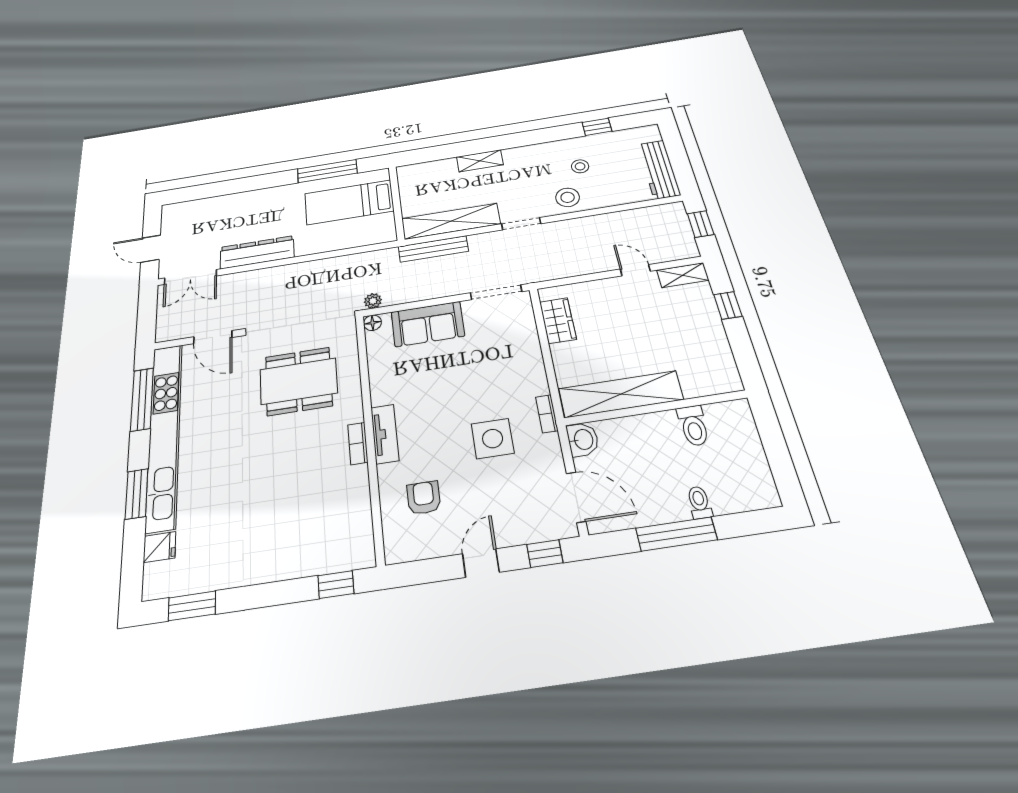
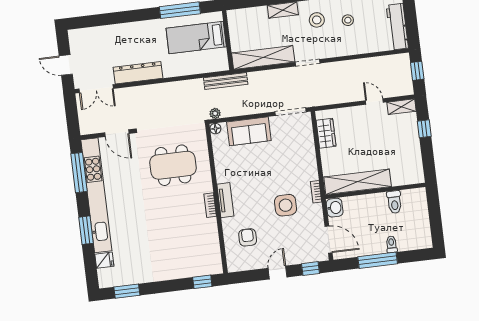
stool: (568, 197) -> (317, 20), moved
bench: (433, 249) -> (226, 81), moved

